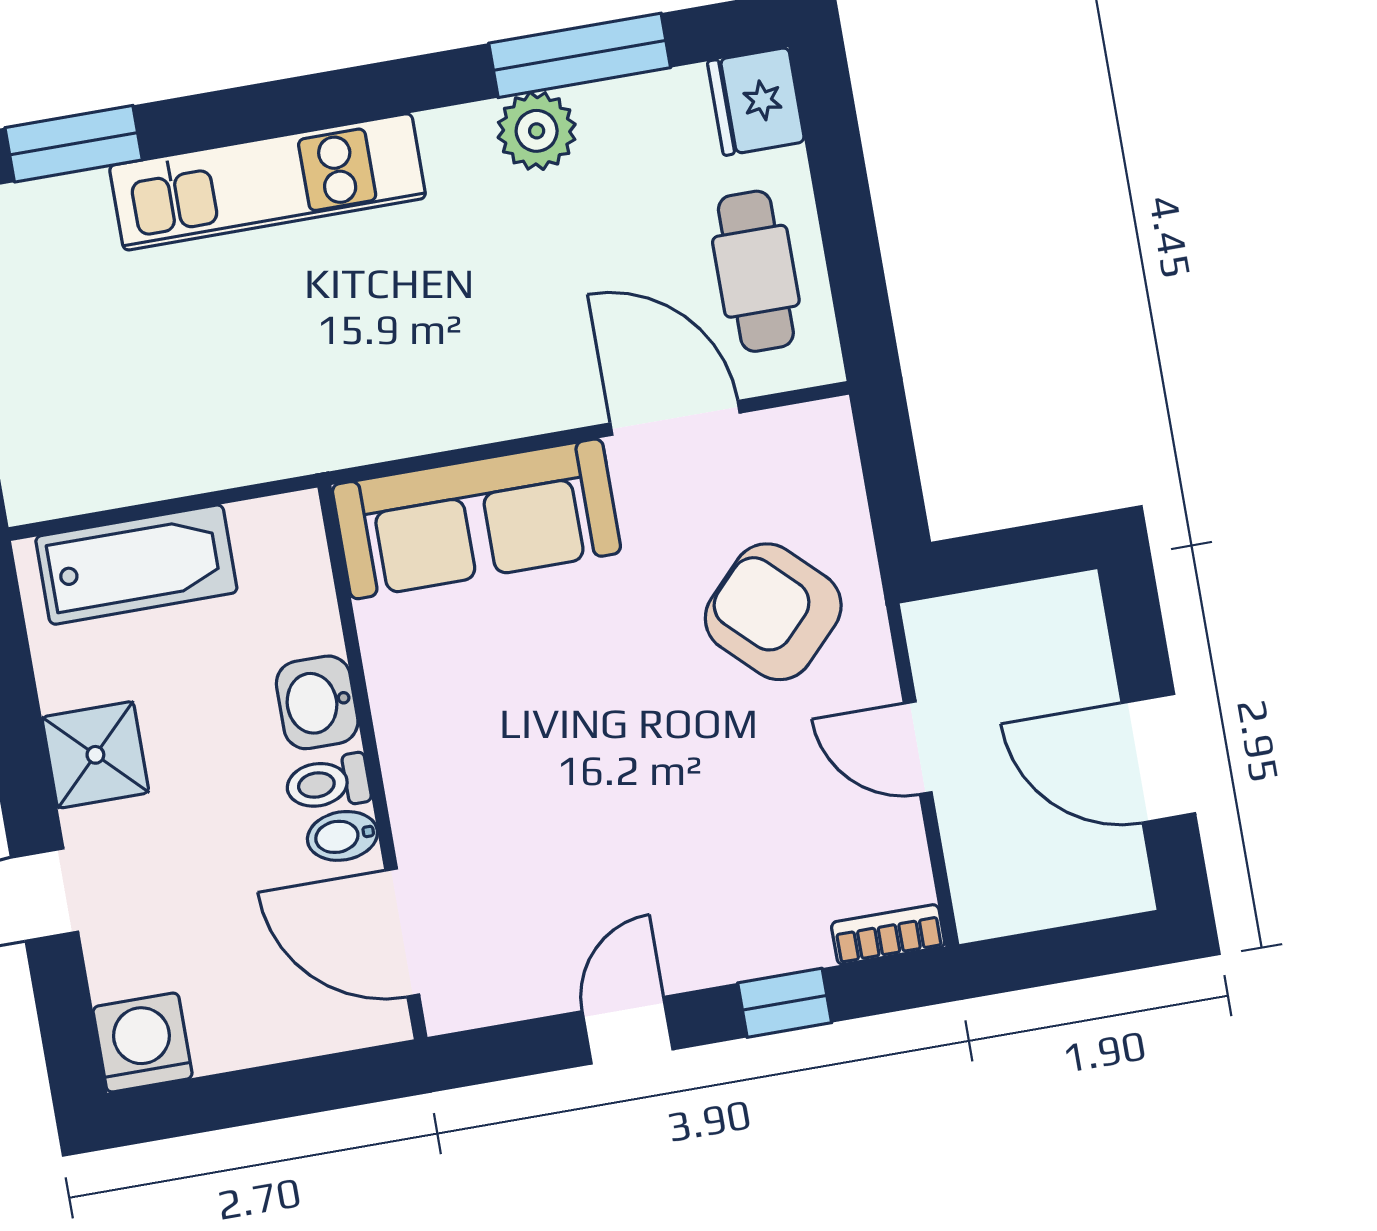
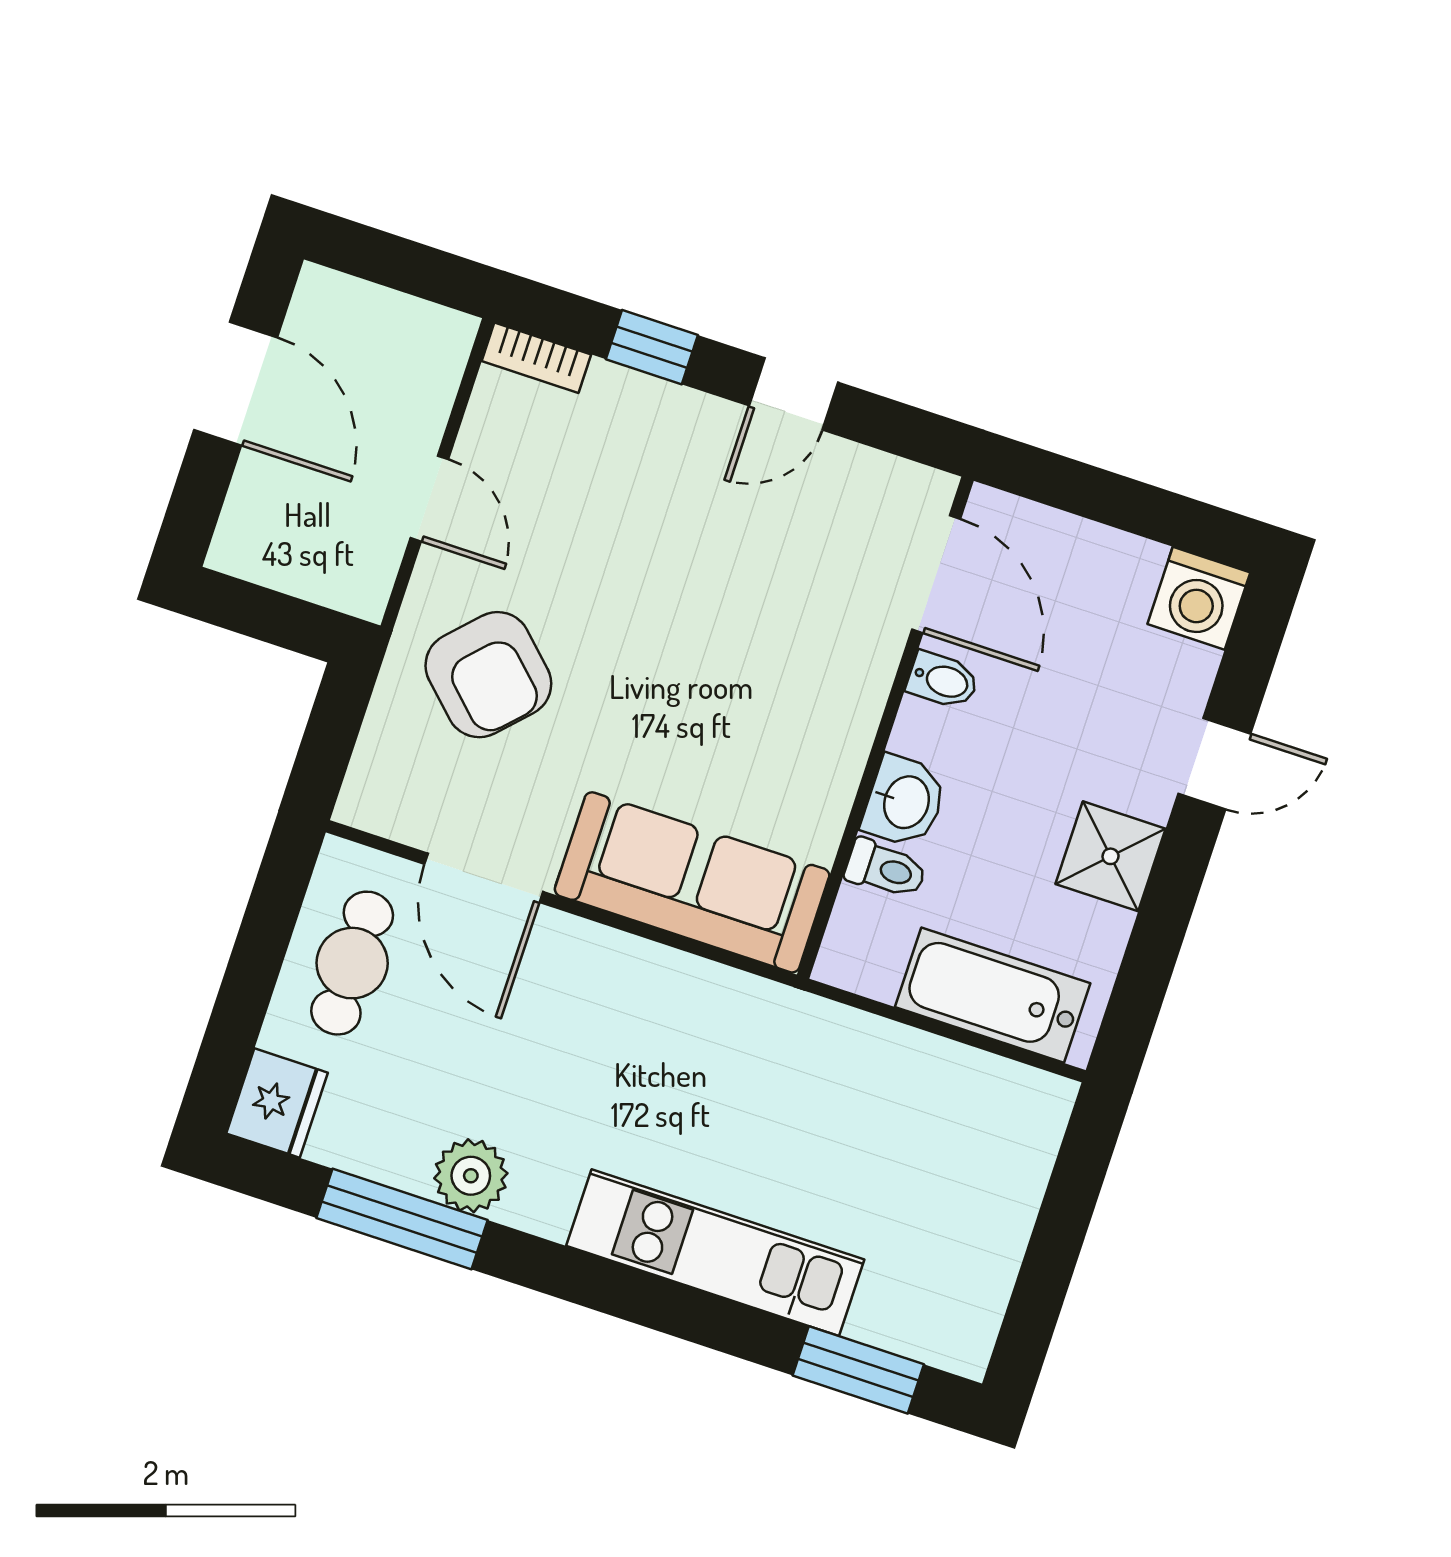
toilet: (328, 783) -> (886, 869), moved

